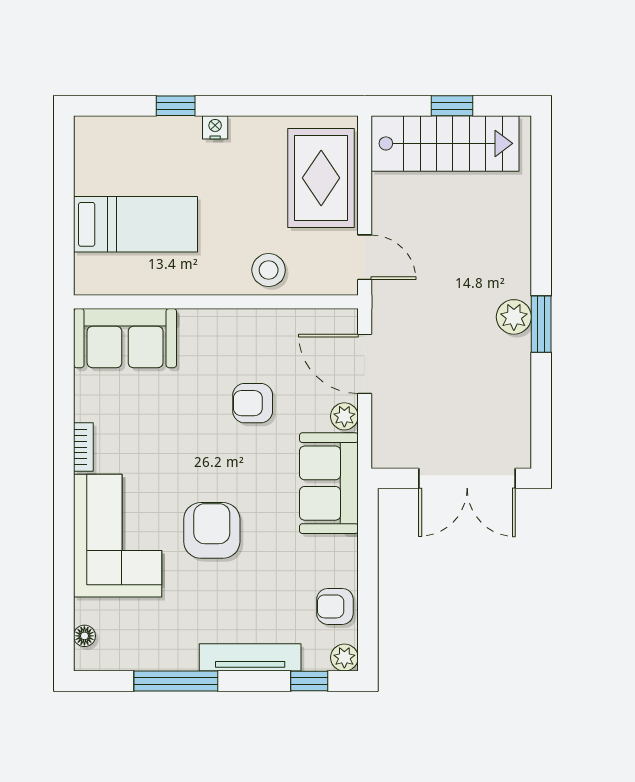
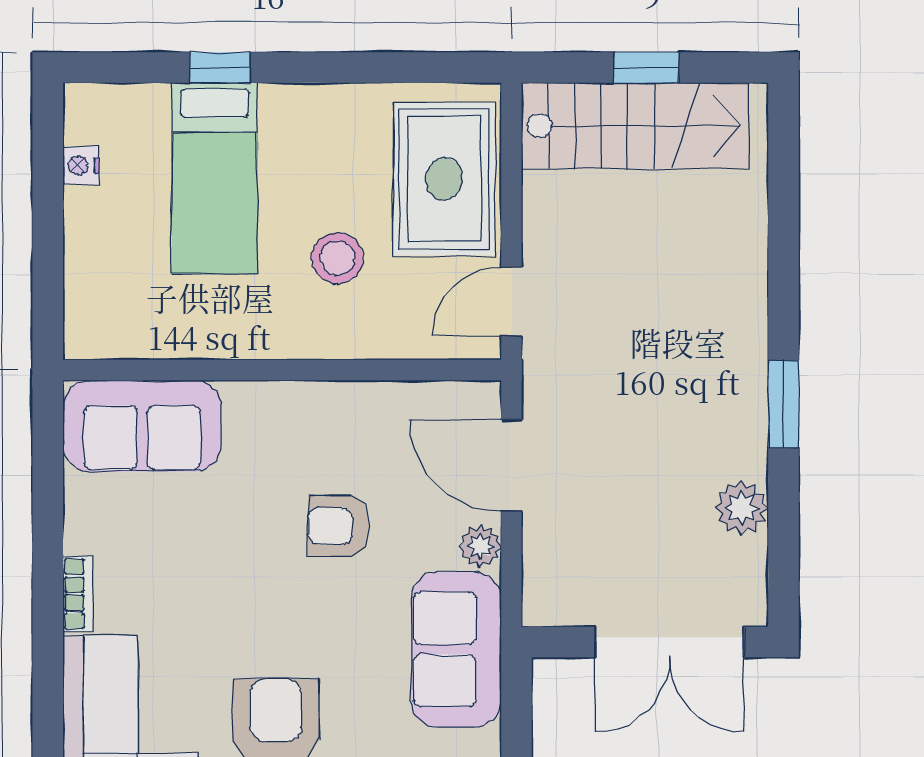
nightstand: (215, 127) -> (81, 165), moved, turned -90
bed: (136, 224) -> (215, 178), moved, turned 90
door: (365, 257) -> (511, 301), swing flipped
stool: (269, 270) -> (337, 258), moved
plant: (514, 317) -> (742, 508), moved

